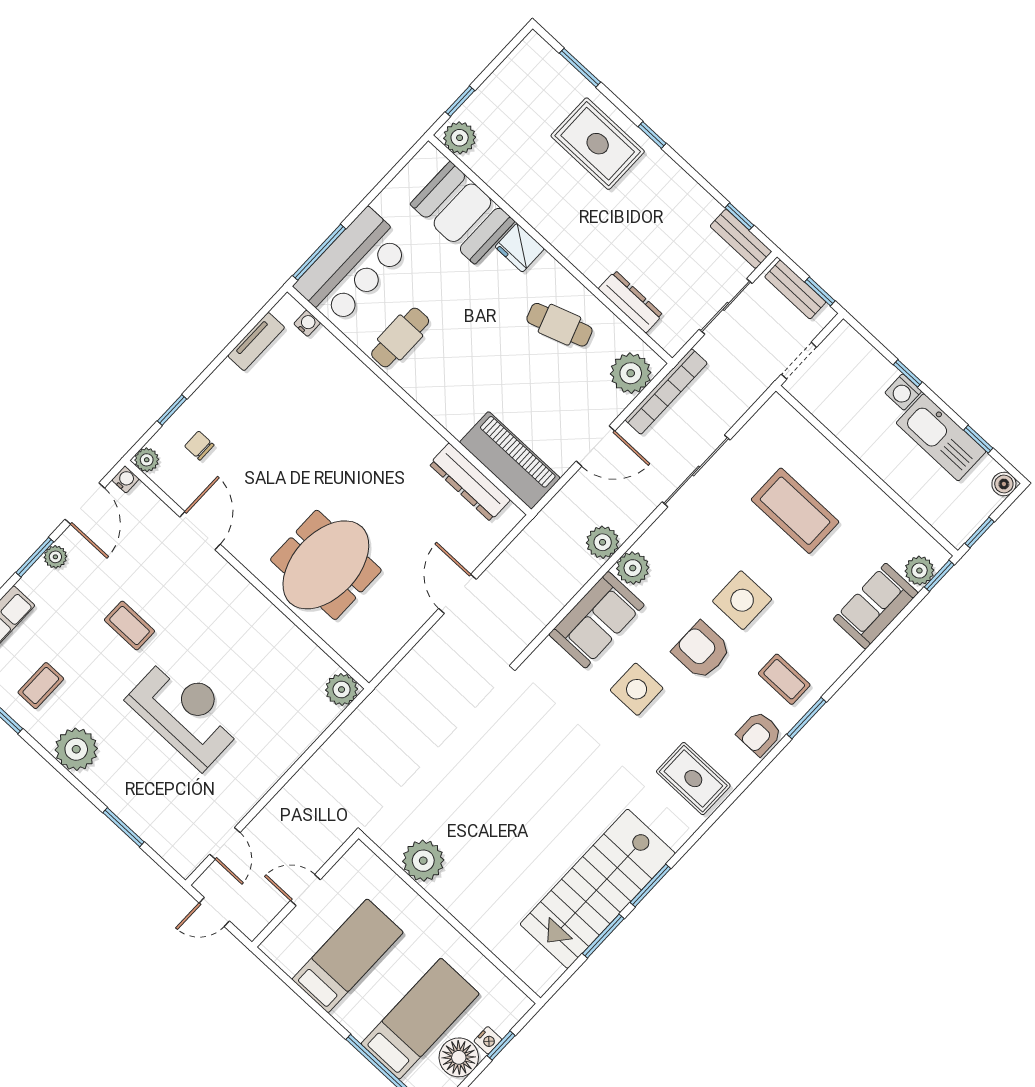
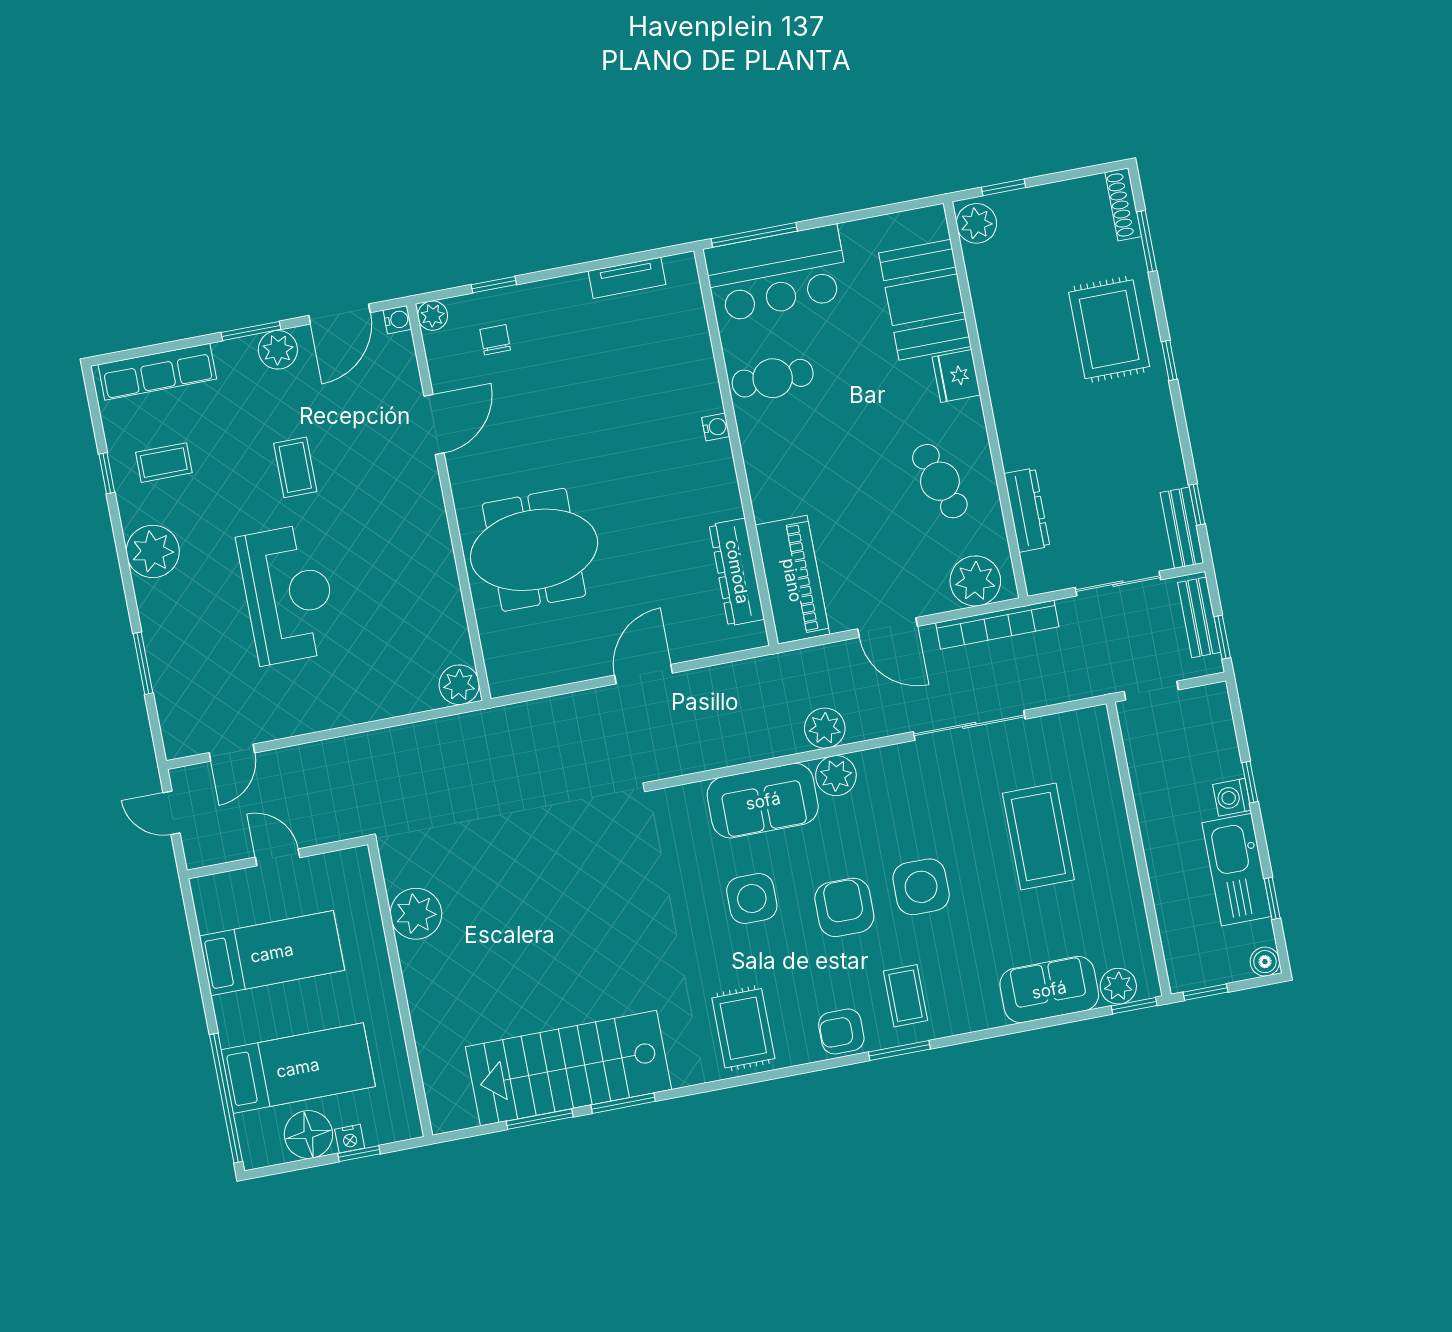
shoe rack: (547, 55) -> (1123, 204), added
water cooler: (307, 323) -> (716, 427), moved
plant: (55, 557) -> (278, 350), width x1.38, depth x1.38

